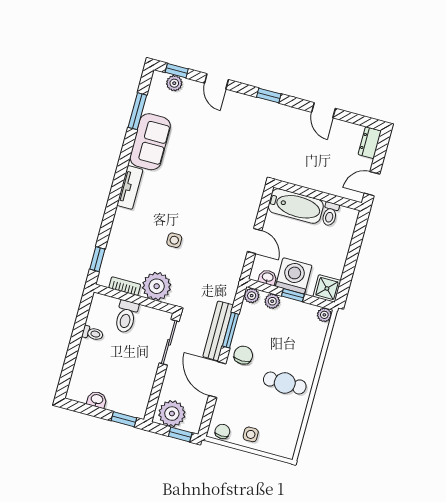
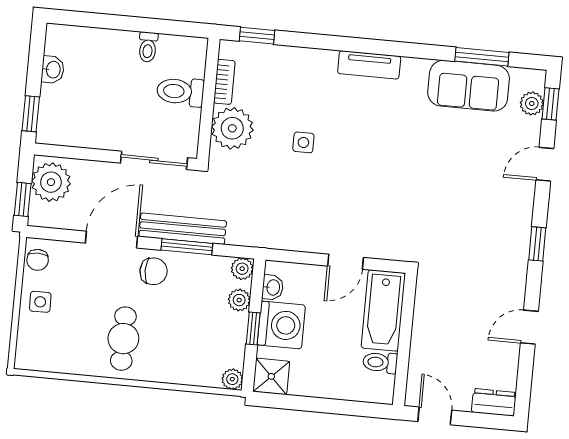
sofa: (150, 142) -> (469, 86), moved
door: (255, 241) -> (346, 262), moved
chair: (222, 431) -> (38, 260), turned 90

